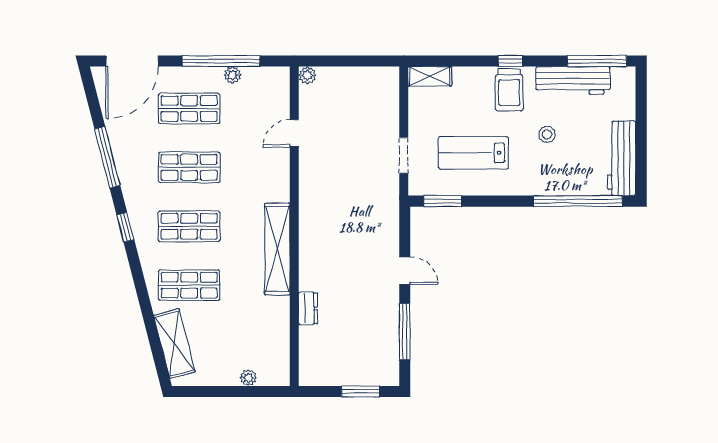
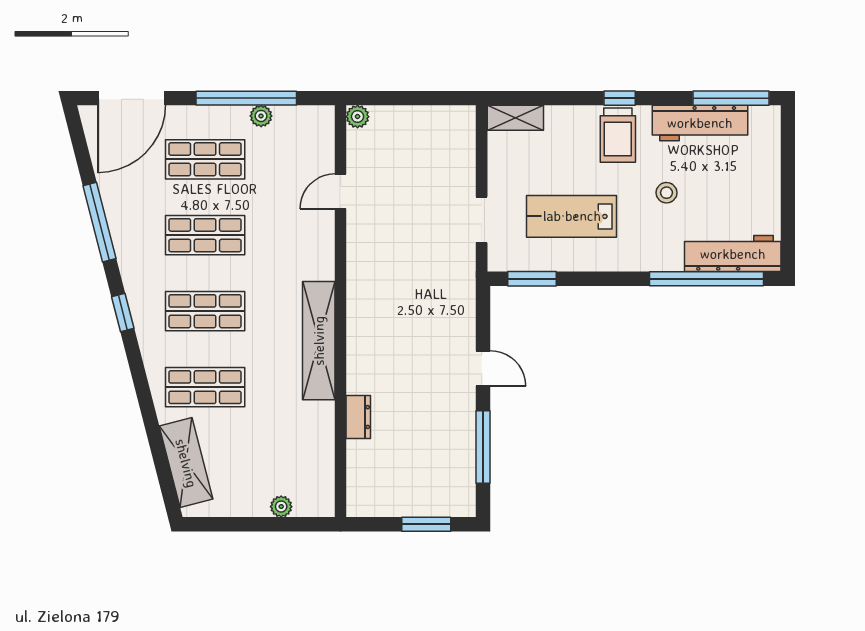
workbench: (622, 158) -> (733, 254), moved, turned 90

